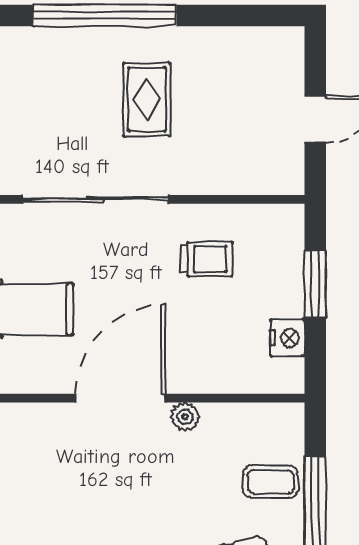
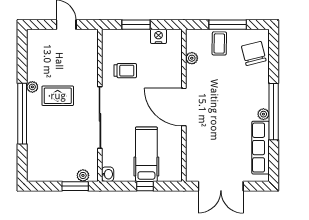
plant: (168, 39) -> (32, 87), added
trolley: (206, 259) -> (125, 71), turned 90
plant: (185, 417) -> (192, 58), moved

